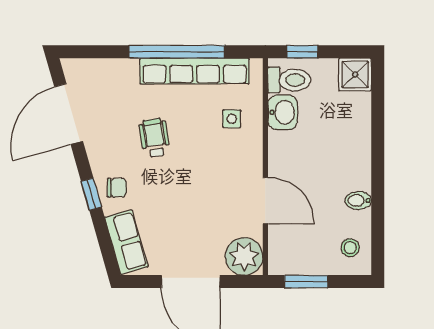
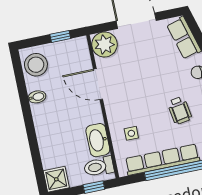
washbasin: (283, 112) -> (98, 140), width x1.38
stool: (350, 248) -> (36, 65), width x1.89, depth x1.89
window: (306, 282) -> (60, 36), width x0.67

